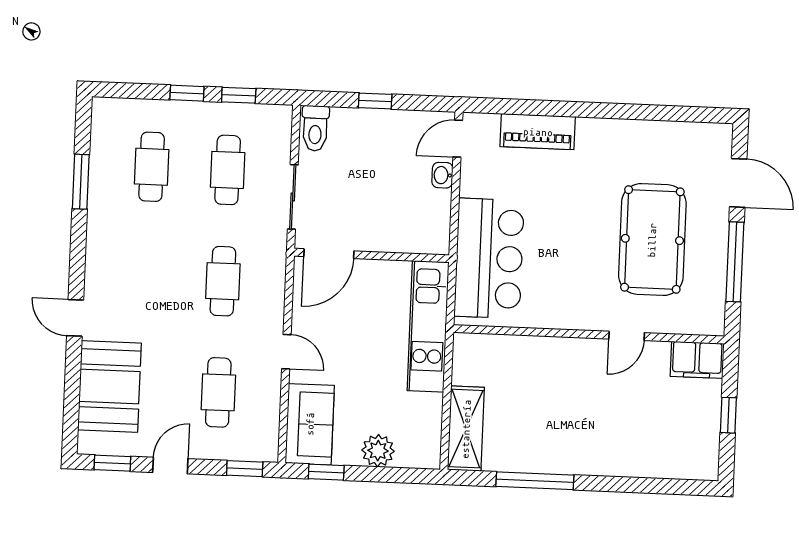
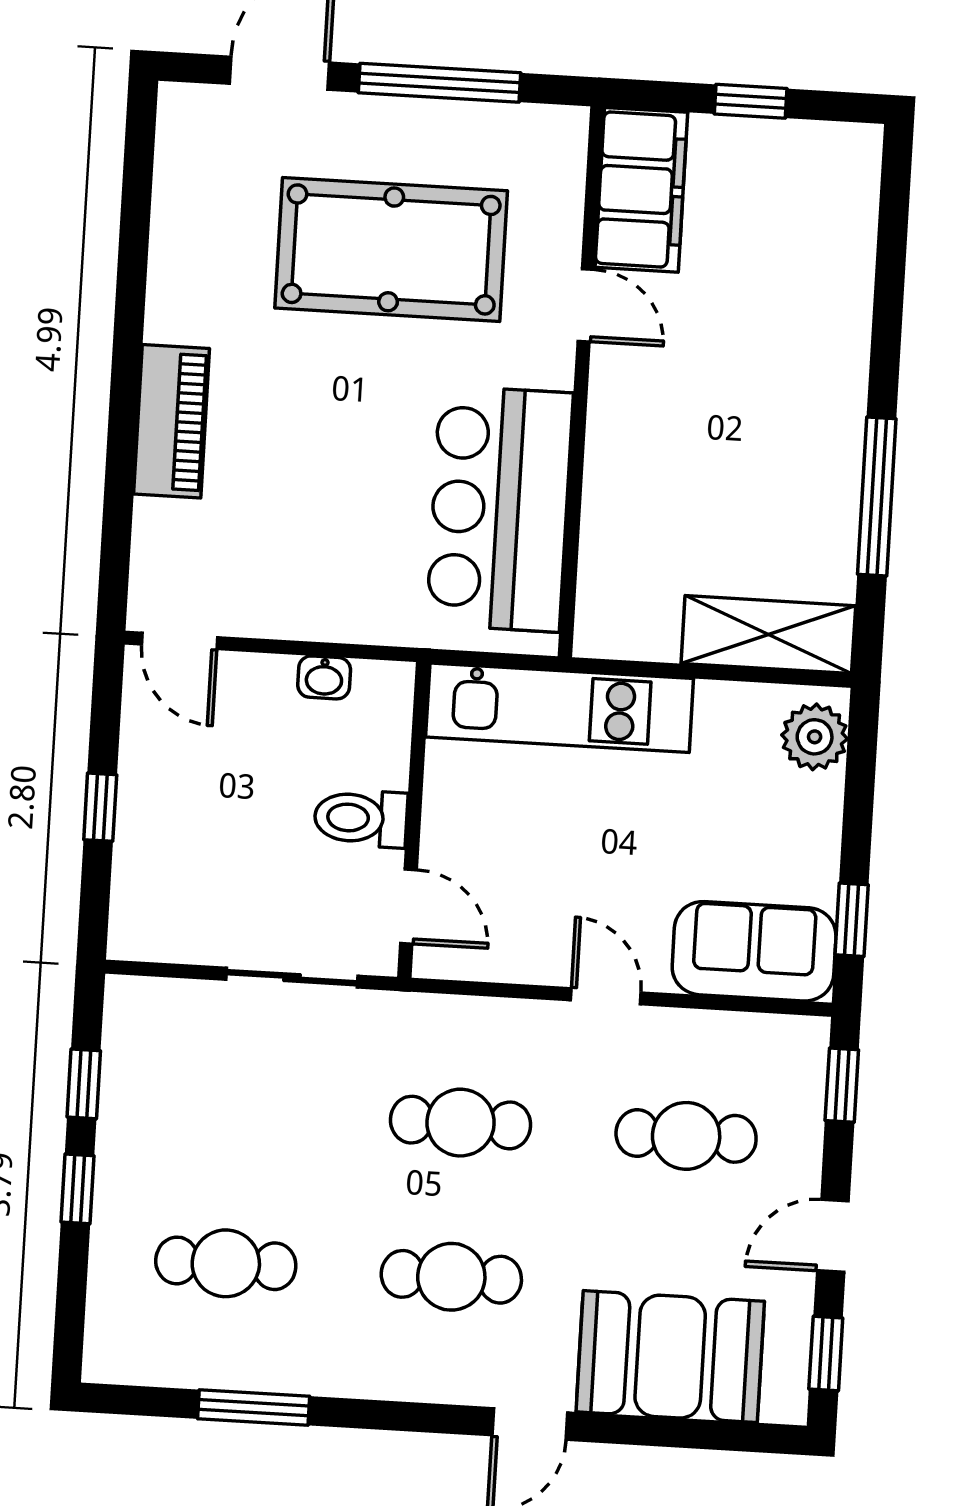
toilet: (315, 128) -> (361, 818), moved, turned 180
piano: (538, 132) -> (172, 421), moved
cafe table: (228, 170) -> (451, 1277), moved
washbasin: (442, 175) -> (324, 677), moved
door: (329, 254) -> (408, 907), width x0.73
bar counter: (489, 258) -> (500, 509), moved, turned -90
door: (286, 352) -> (606, 996), hinge flipped
filing cabinet: (697, 360) -> (641, 190), width x1.50, depth x1.17
plant: (378, 451) -> (815, 737), moved
door: (170, 466) -> (833, 1236), hinge flipped

